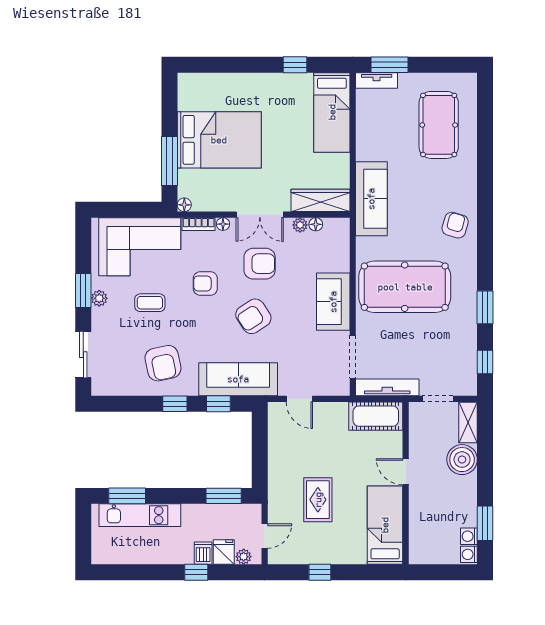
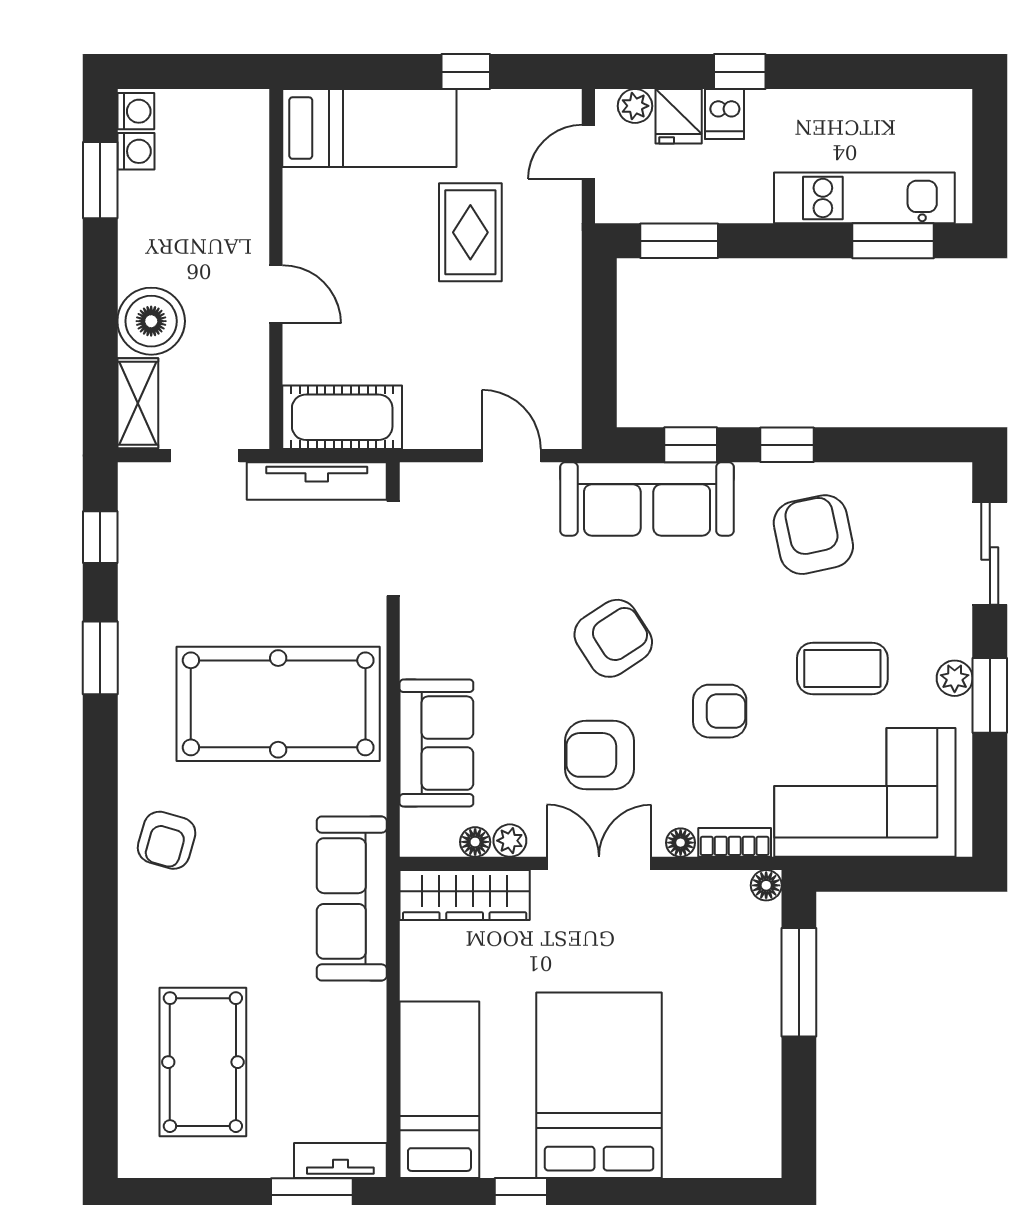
bed: (219, 140) -> (599, 1085), moved, turned 90
sofa: (333, 302) -> (436, 743), moved
coffee table: (150, 303) -> (842, 668), width x1.36, depth x1.30
bed: (385, 525) -> (369, 128), moved, turned -90

